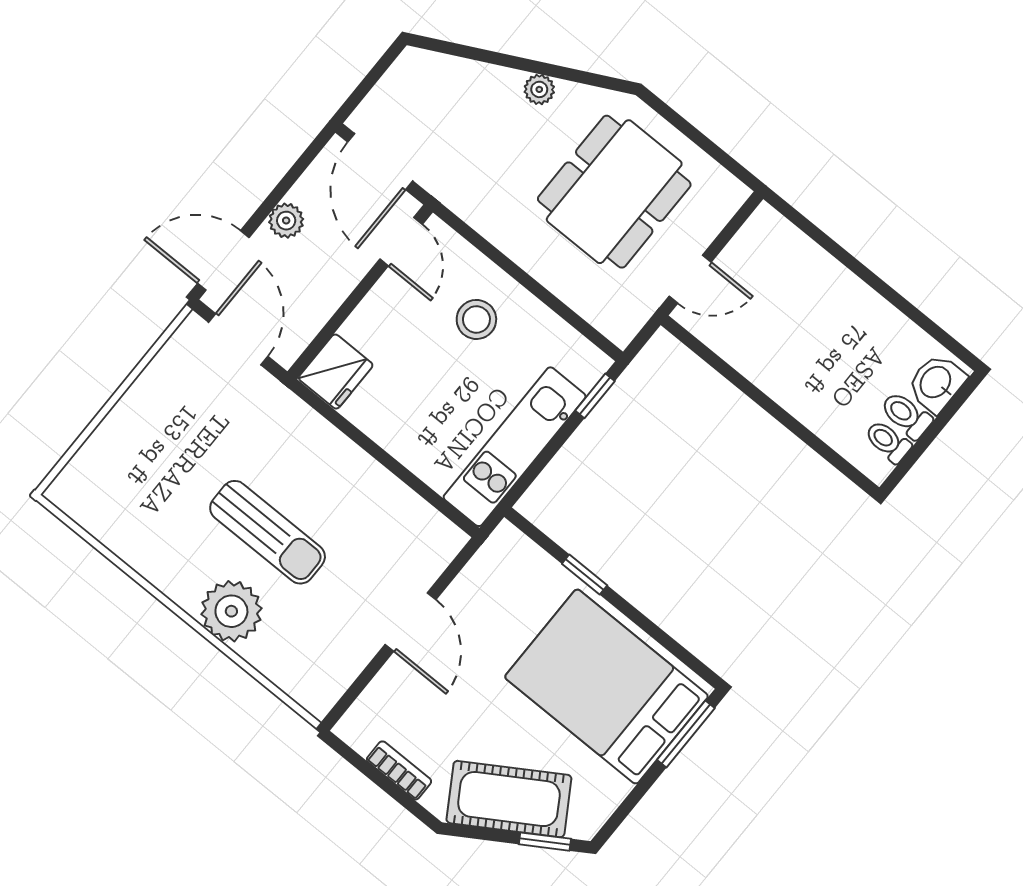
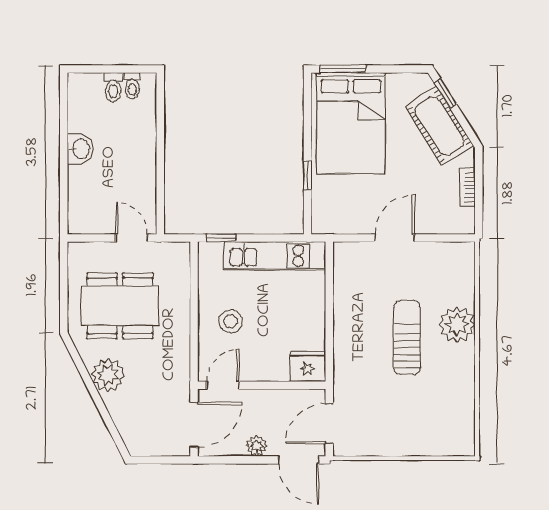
plant: (539, 89) -> (108, 375), width x1.87, depth x1.87
washbasin: (936, 383) -> (80, 149), moved, turned -90

